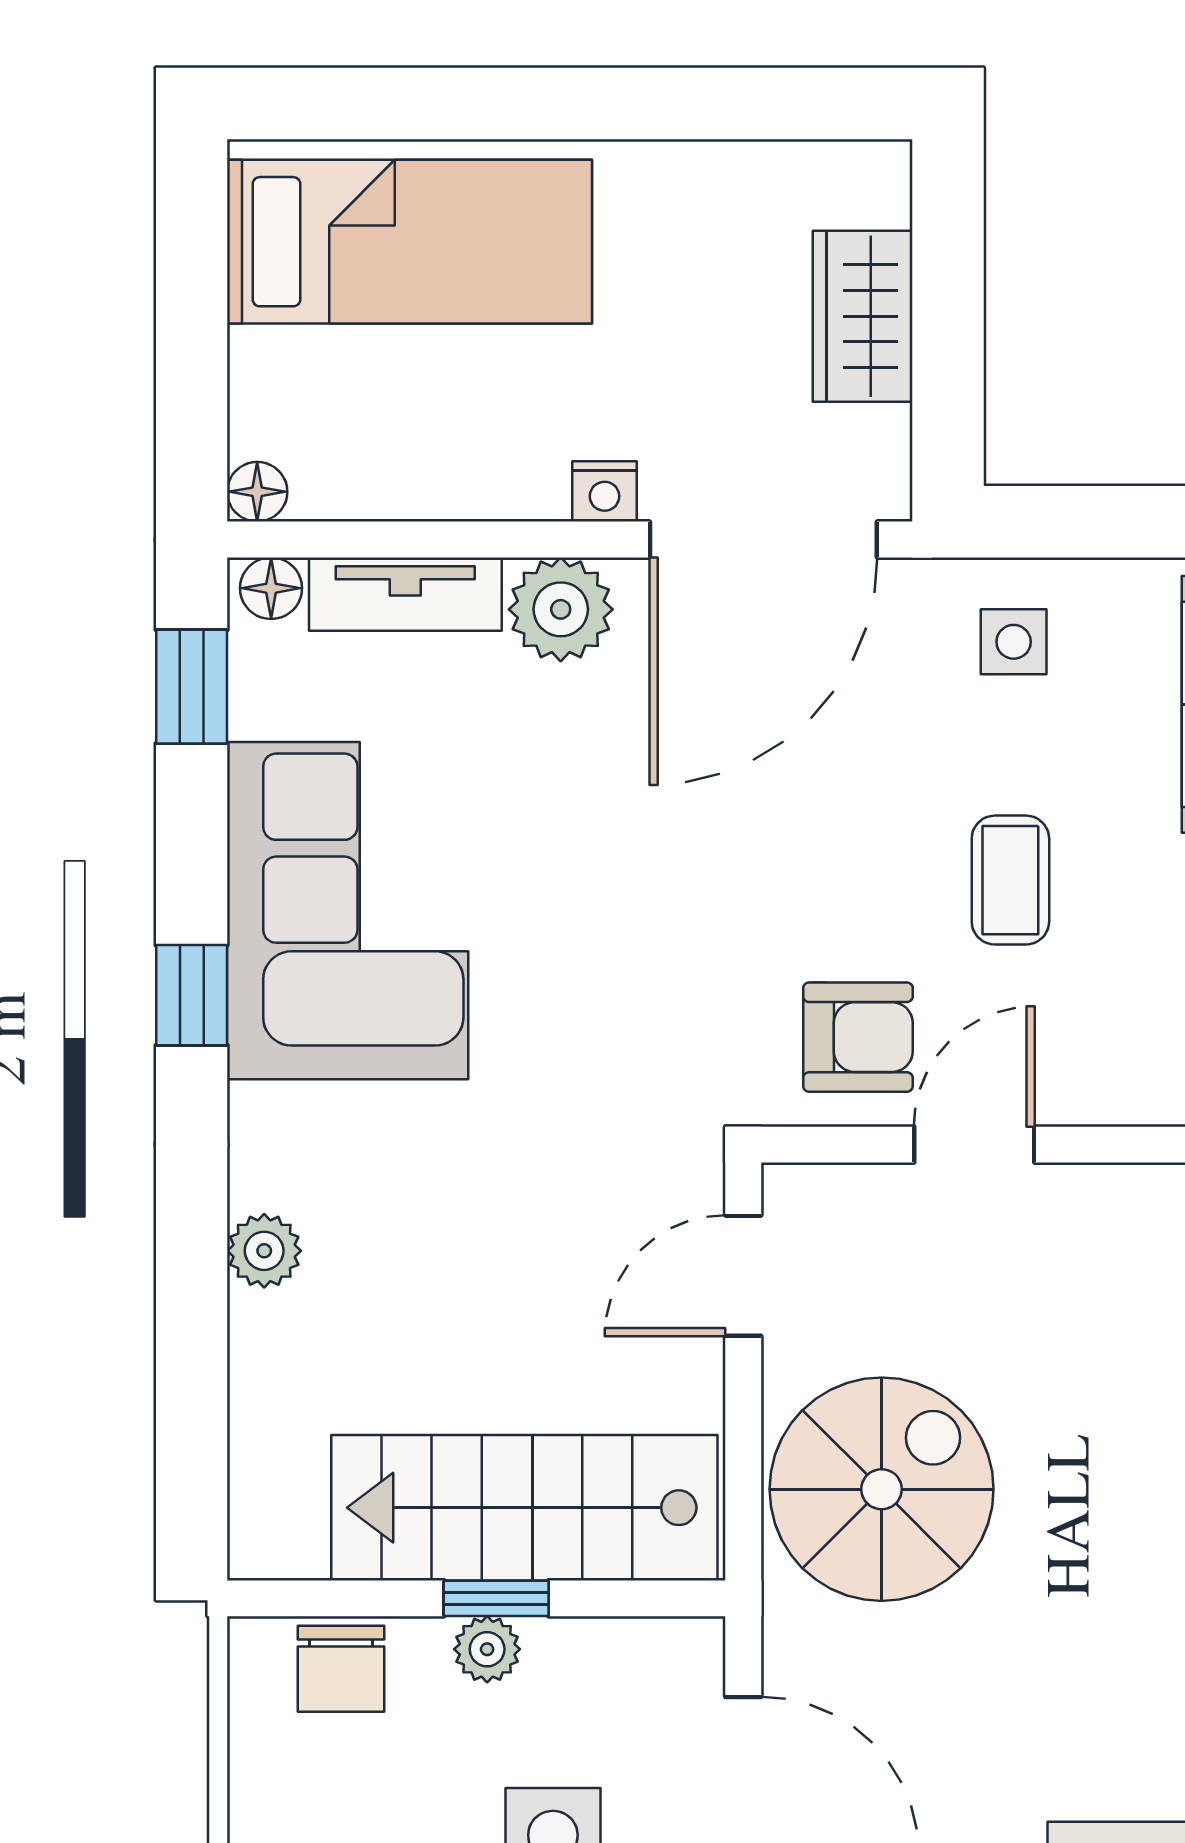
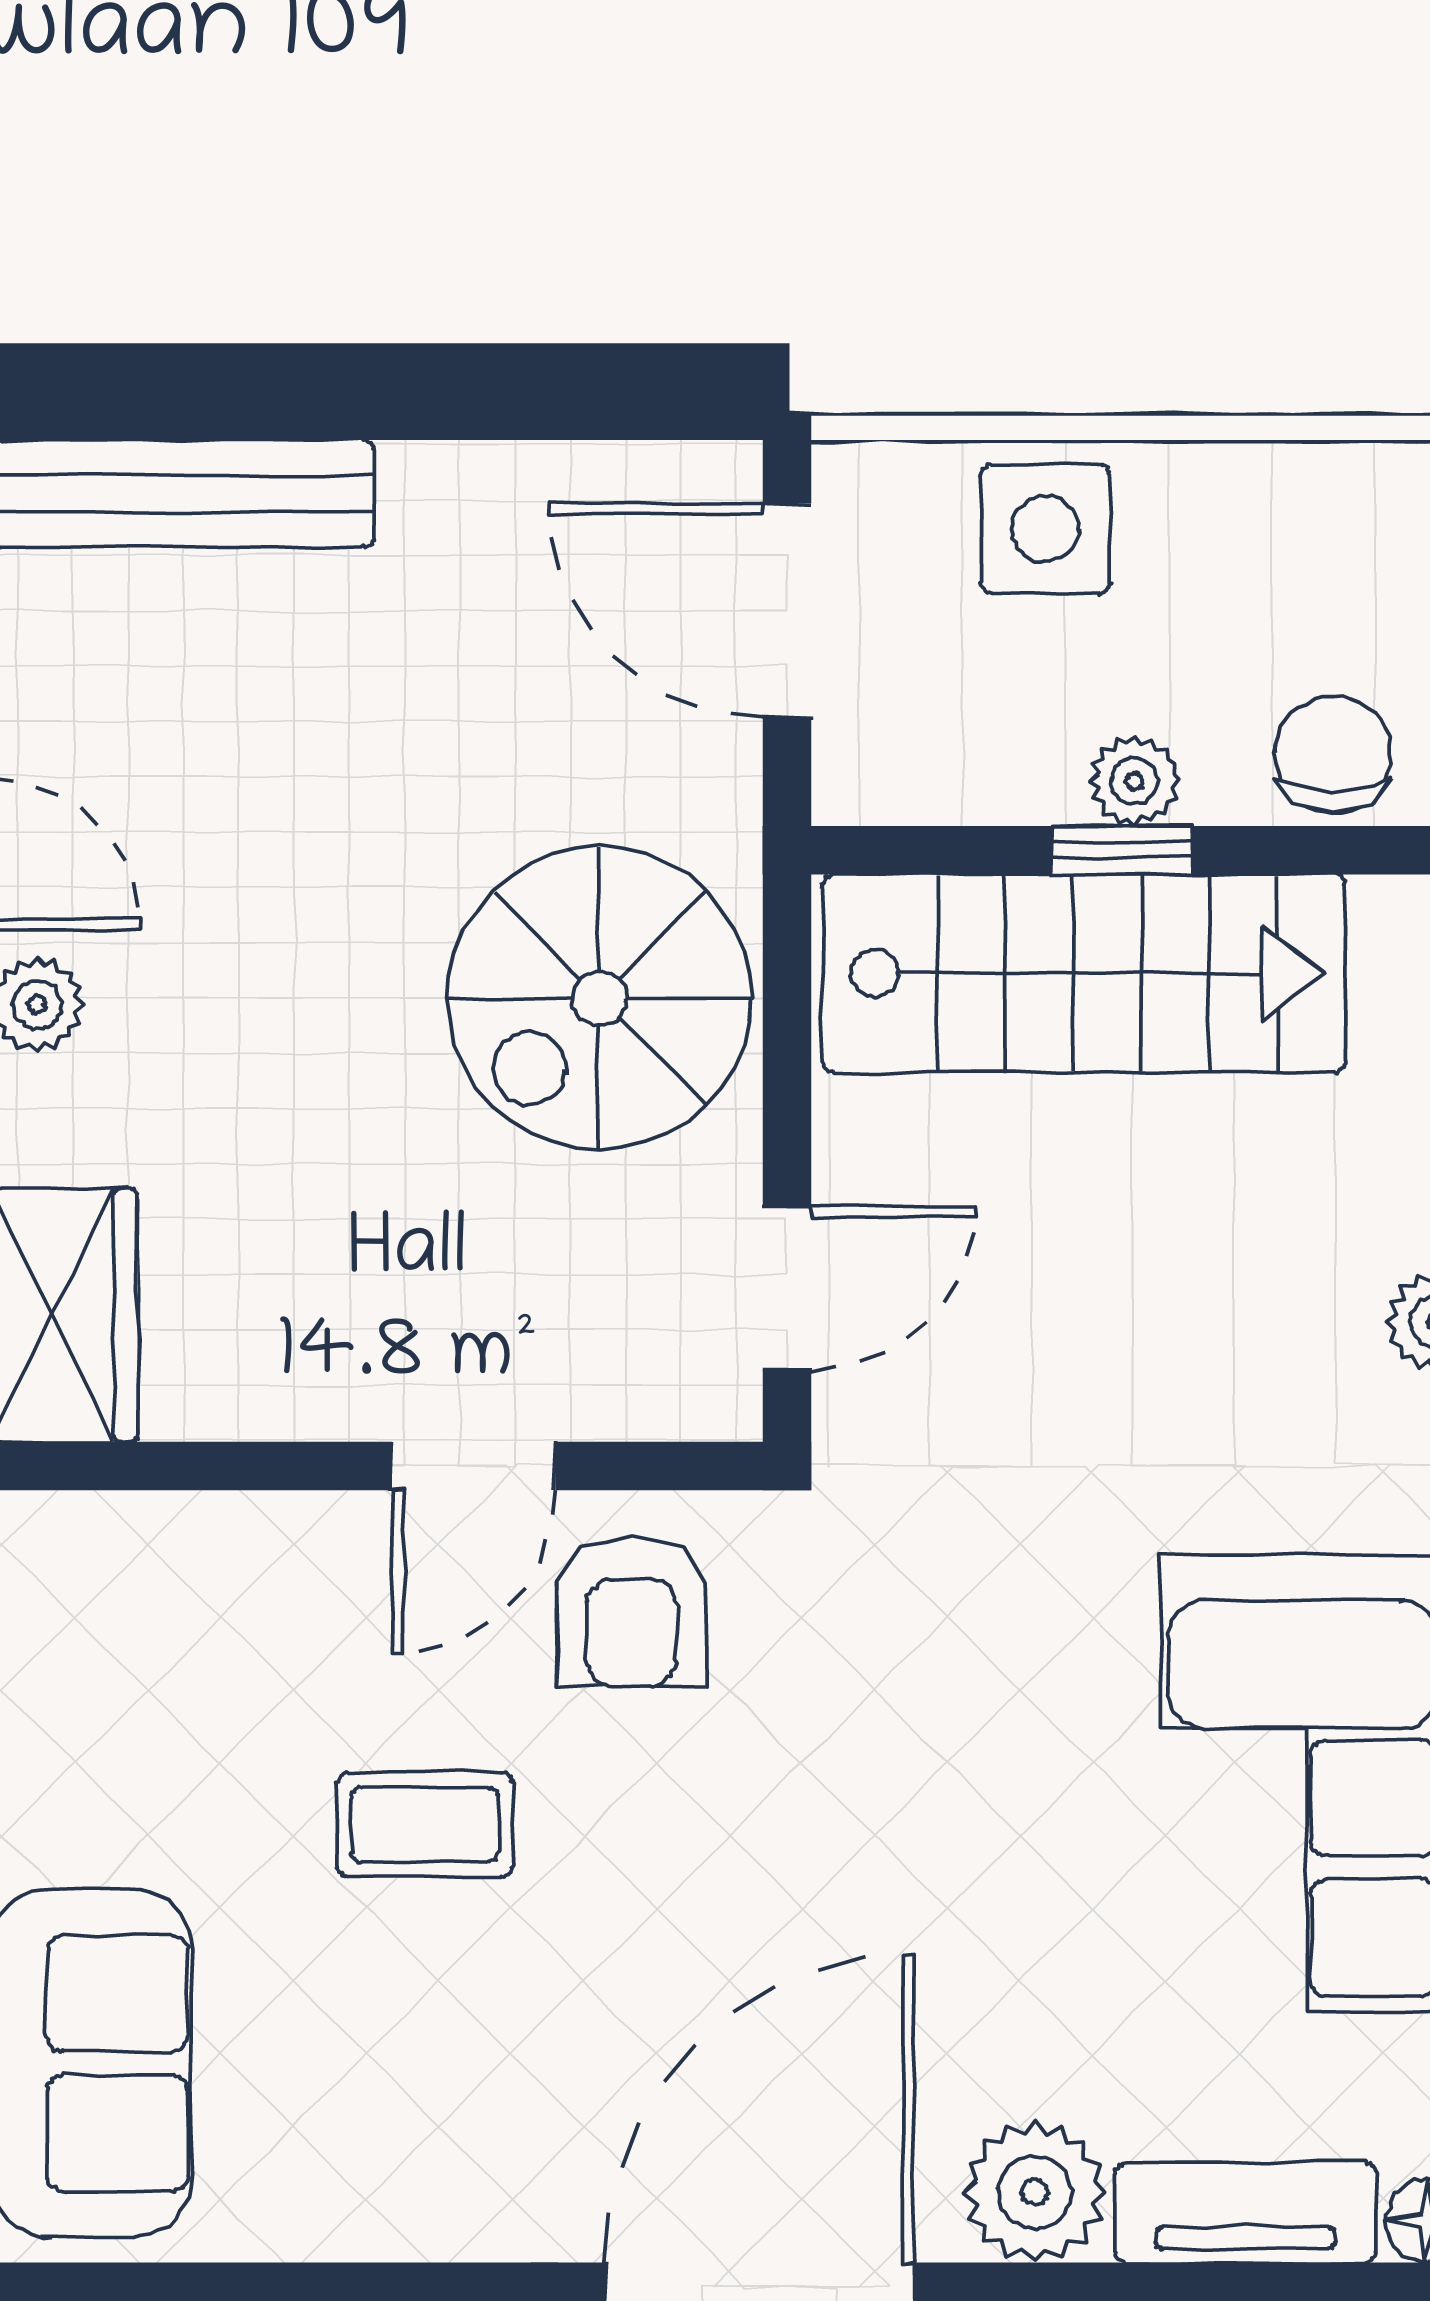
side table: (1014, 642) -> (420, 2148), removed
coffee table: (1010, 880) -> (425, 1825), turned 90
armchair: (858, 1037) -> (631, 1612), turned -90

